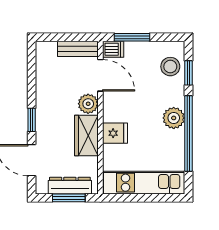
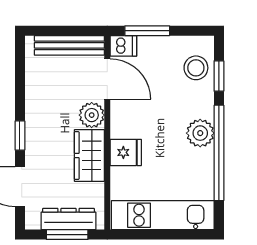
bench: (78, 49) -> (69, 45), width x1.36

